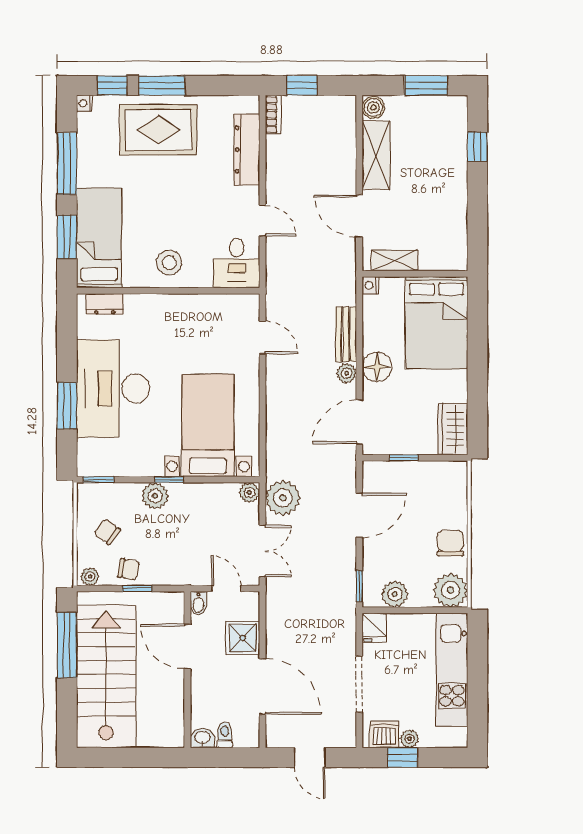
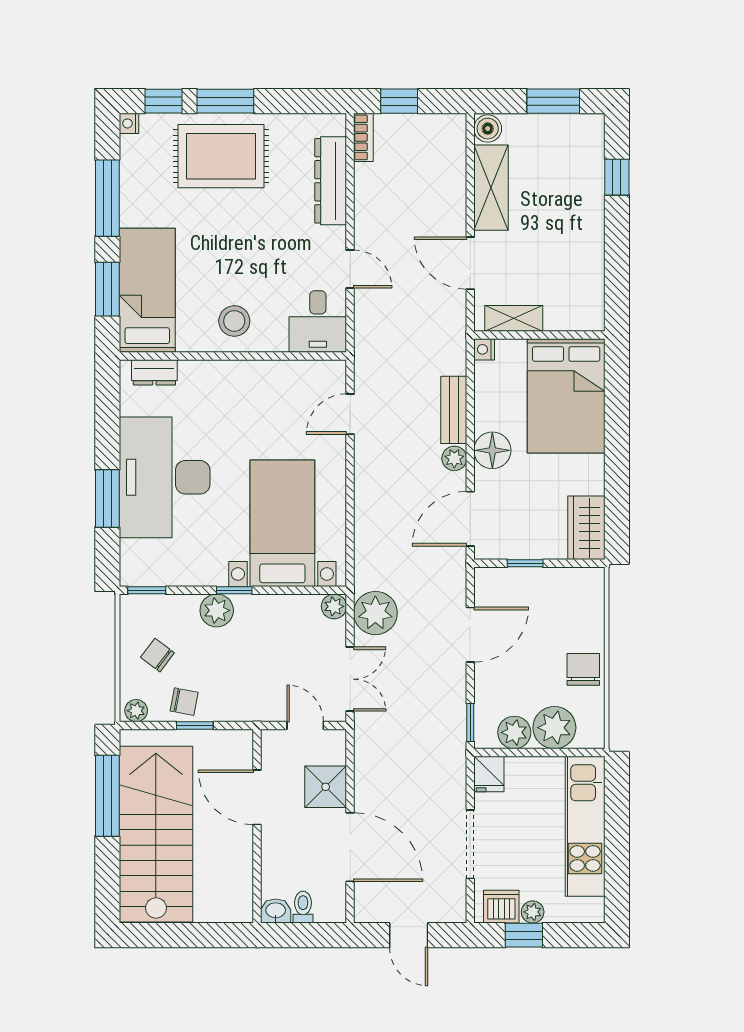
door: (262, 338) -> (350, 414), swing flipped
plant: (451, 590) -> (554, 728), moved
bidet: (198, 603) -> (271, 744), removed

